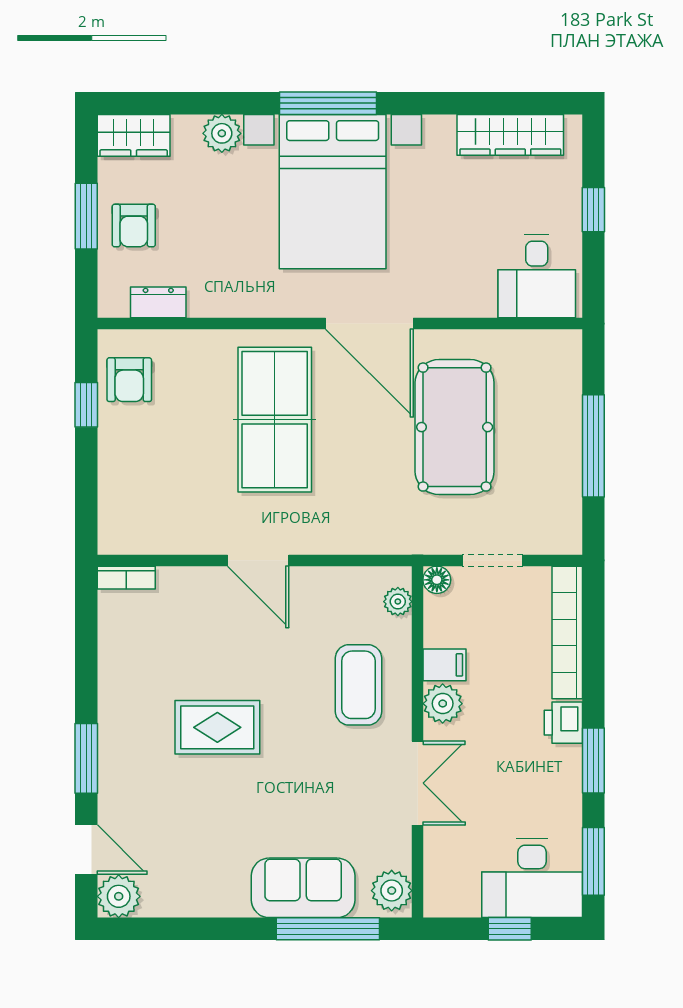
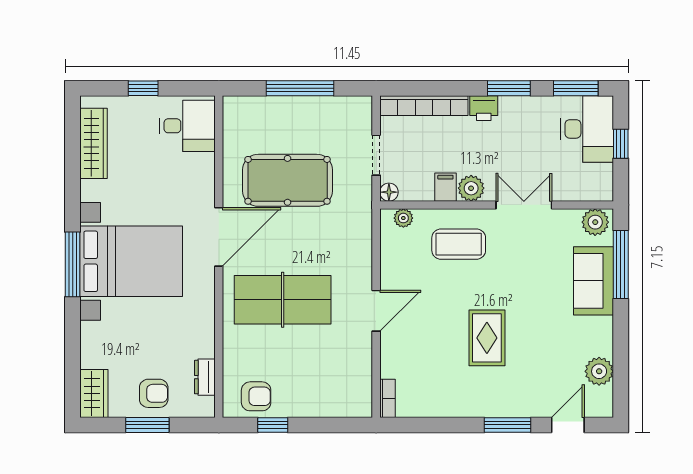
plant: (222, 133) -> (93, 335), removed
plant: (119, 896) -> (599, 371), moved

